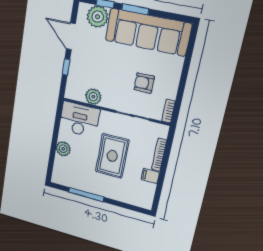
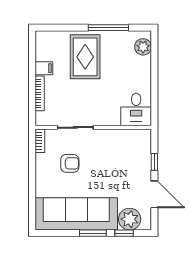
plant: (93, 97) -> (120, 137), removed
desk: (79, 120) -> (136, 110), width x0.73
plant: (63, 149) -> (143, 47), moved
rug: (112, 156) -> (85, 57), moved

